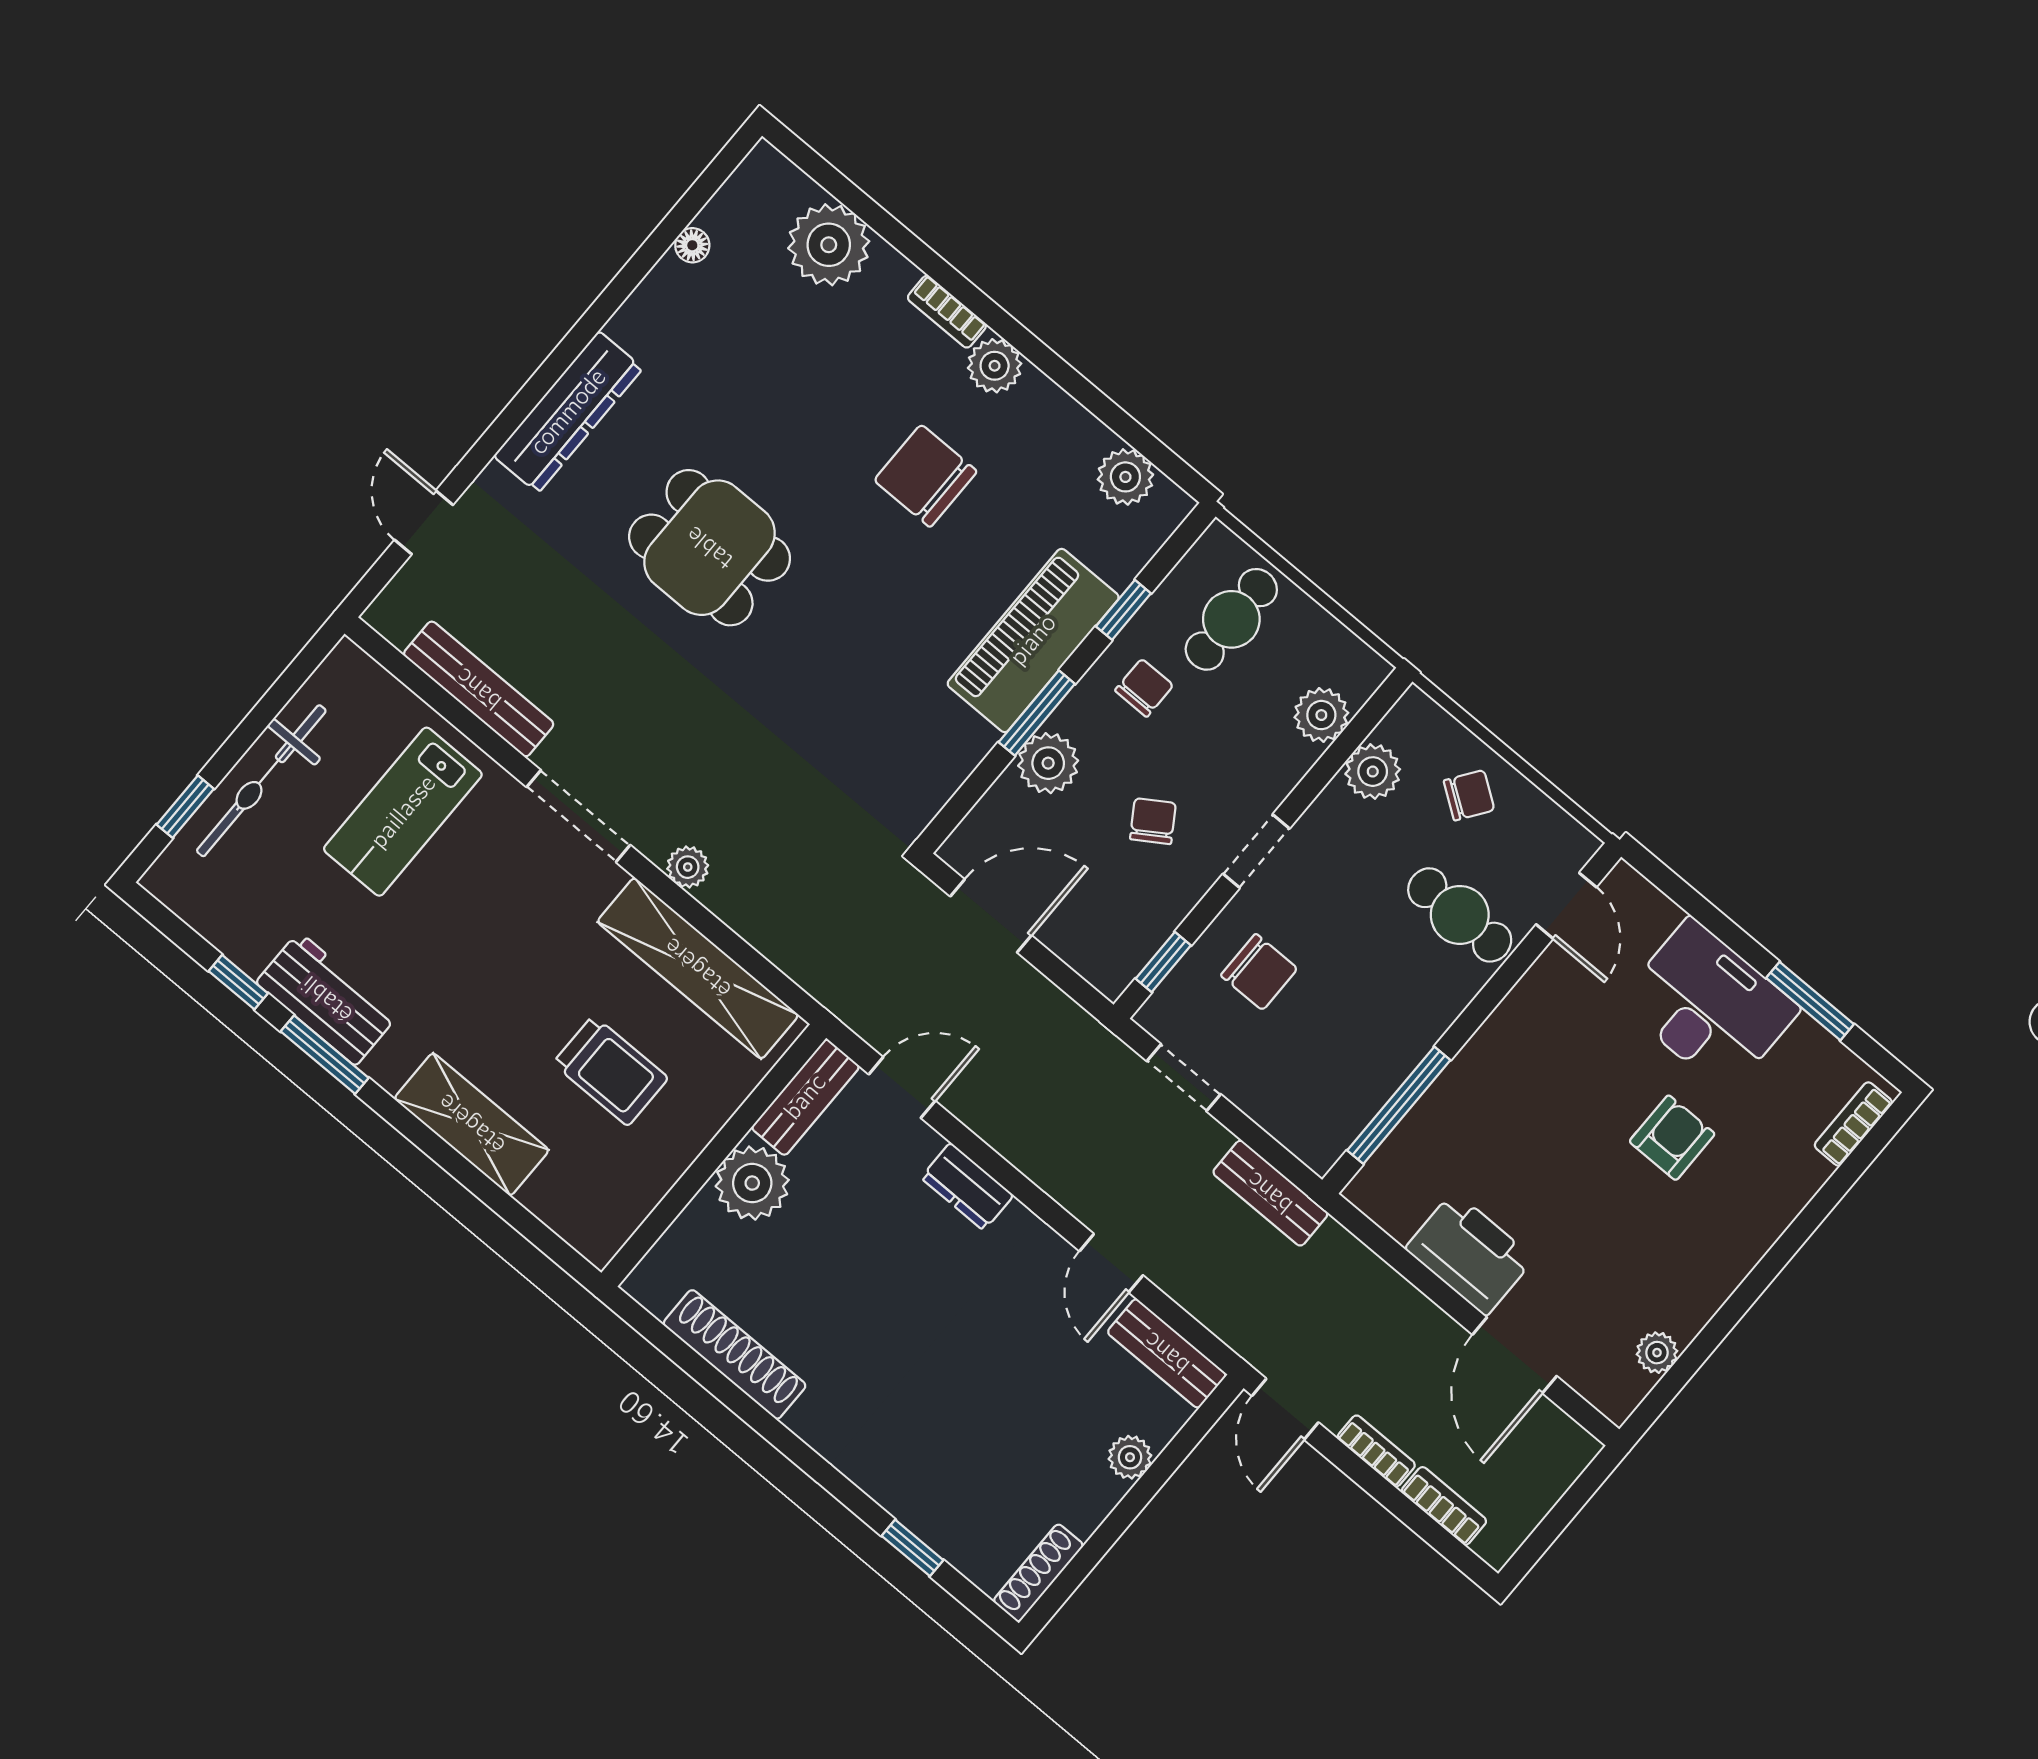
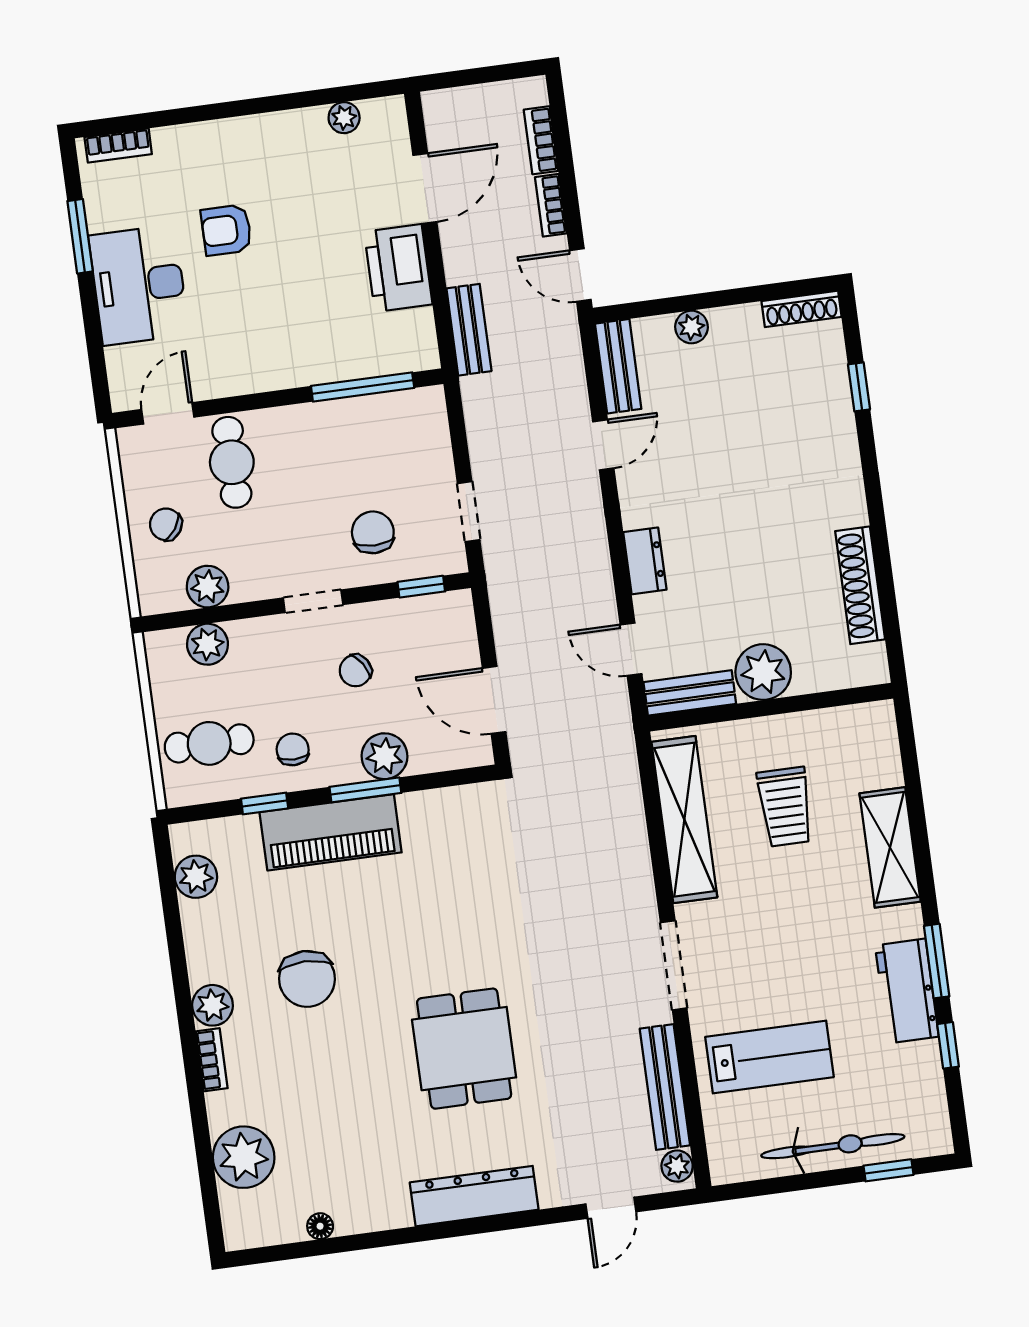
chair: (1144, 688) -> (293, 749), turned 90
plant: (688, 867) -> (677, 1166), moved
trolley: (611, 1071) -> (785, 807), turned 180
bench: (1270, 1193) -> (469, 330), moved
door: (1285, 1409) -> (580, 275), swing flipped

